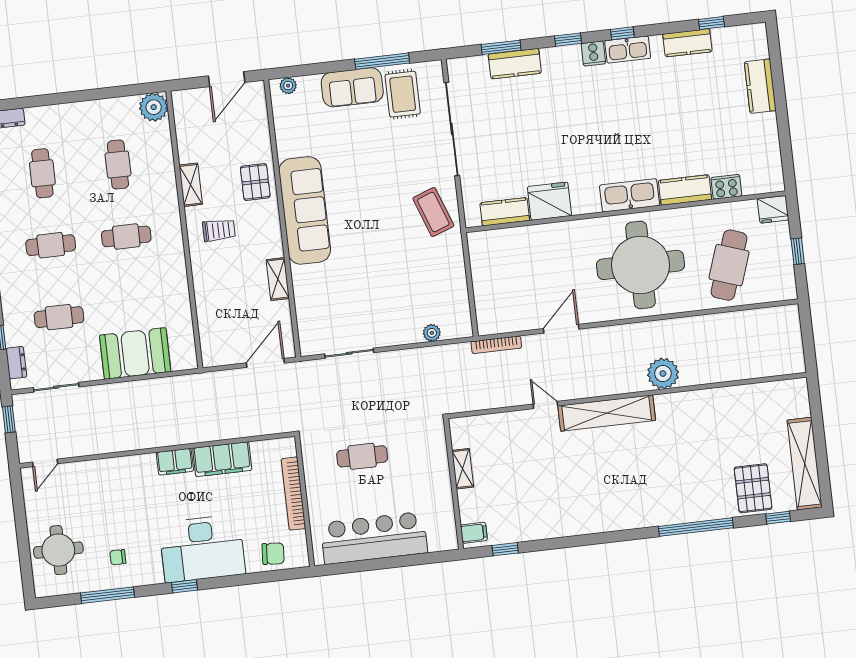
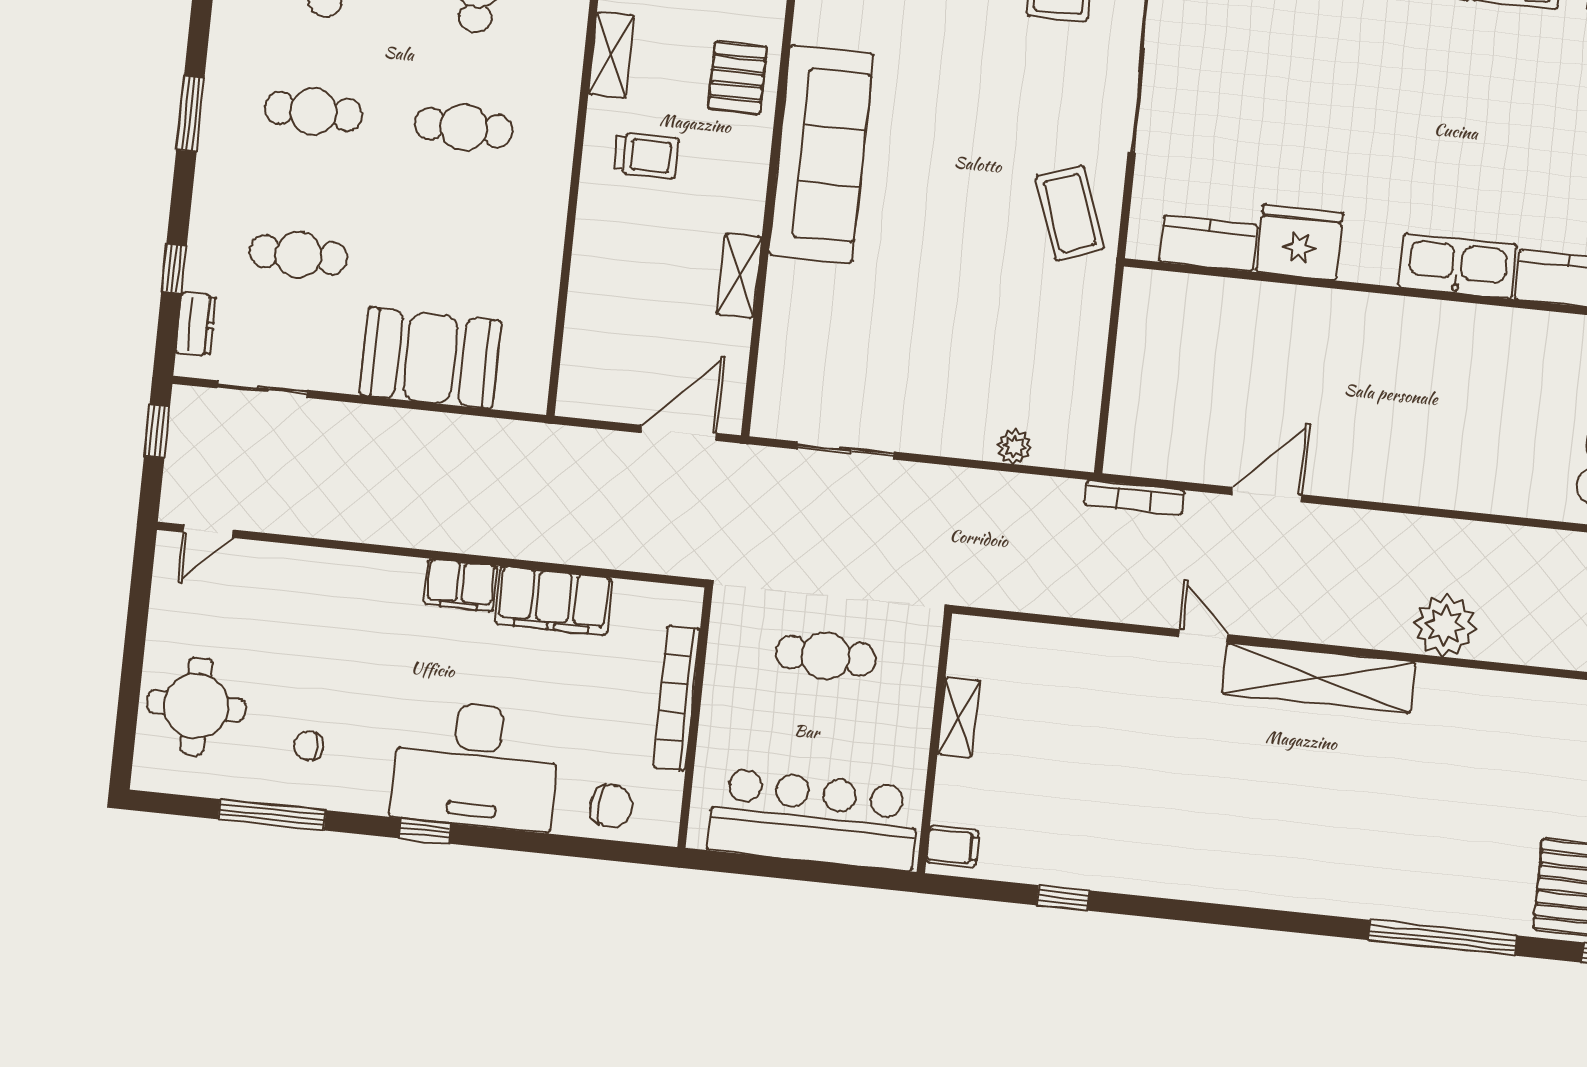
round table: (640, 265) -> (1448, 405), removed
shelving: (463, 469) -> (959, 717), moved
wall: (454, 484) -> (934, 743), moved
filing cabinet: (474, 533) -> (953, 846), moved

